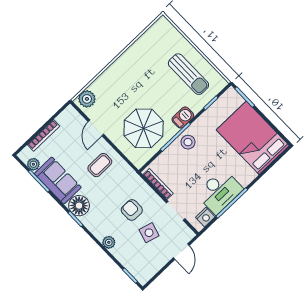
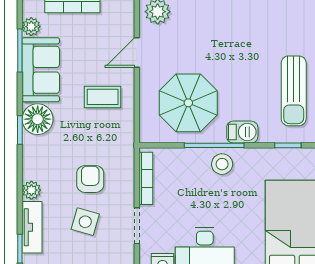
tv unit: (126, 260) -> (32, 227), added

